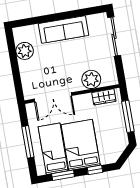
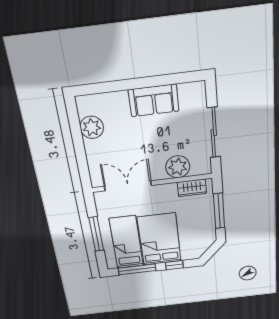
sofa: (64, 30) -> (154, 100), width x0.73
sliding door: (114, 36) -> (214, 133), moved
double door: (53, 97) -> (128, 186), swing flipped
window: (63, 175) -> (137, 269), width x1.44

